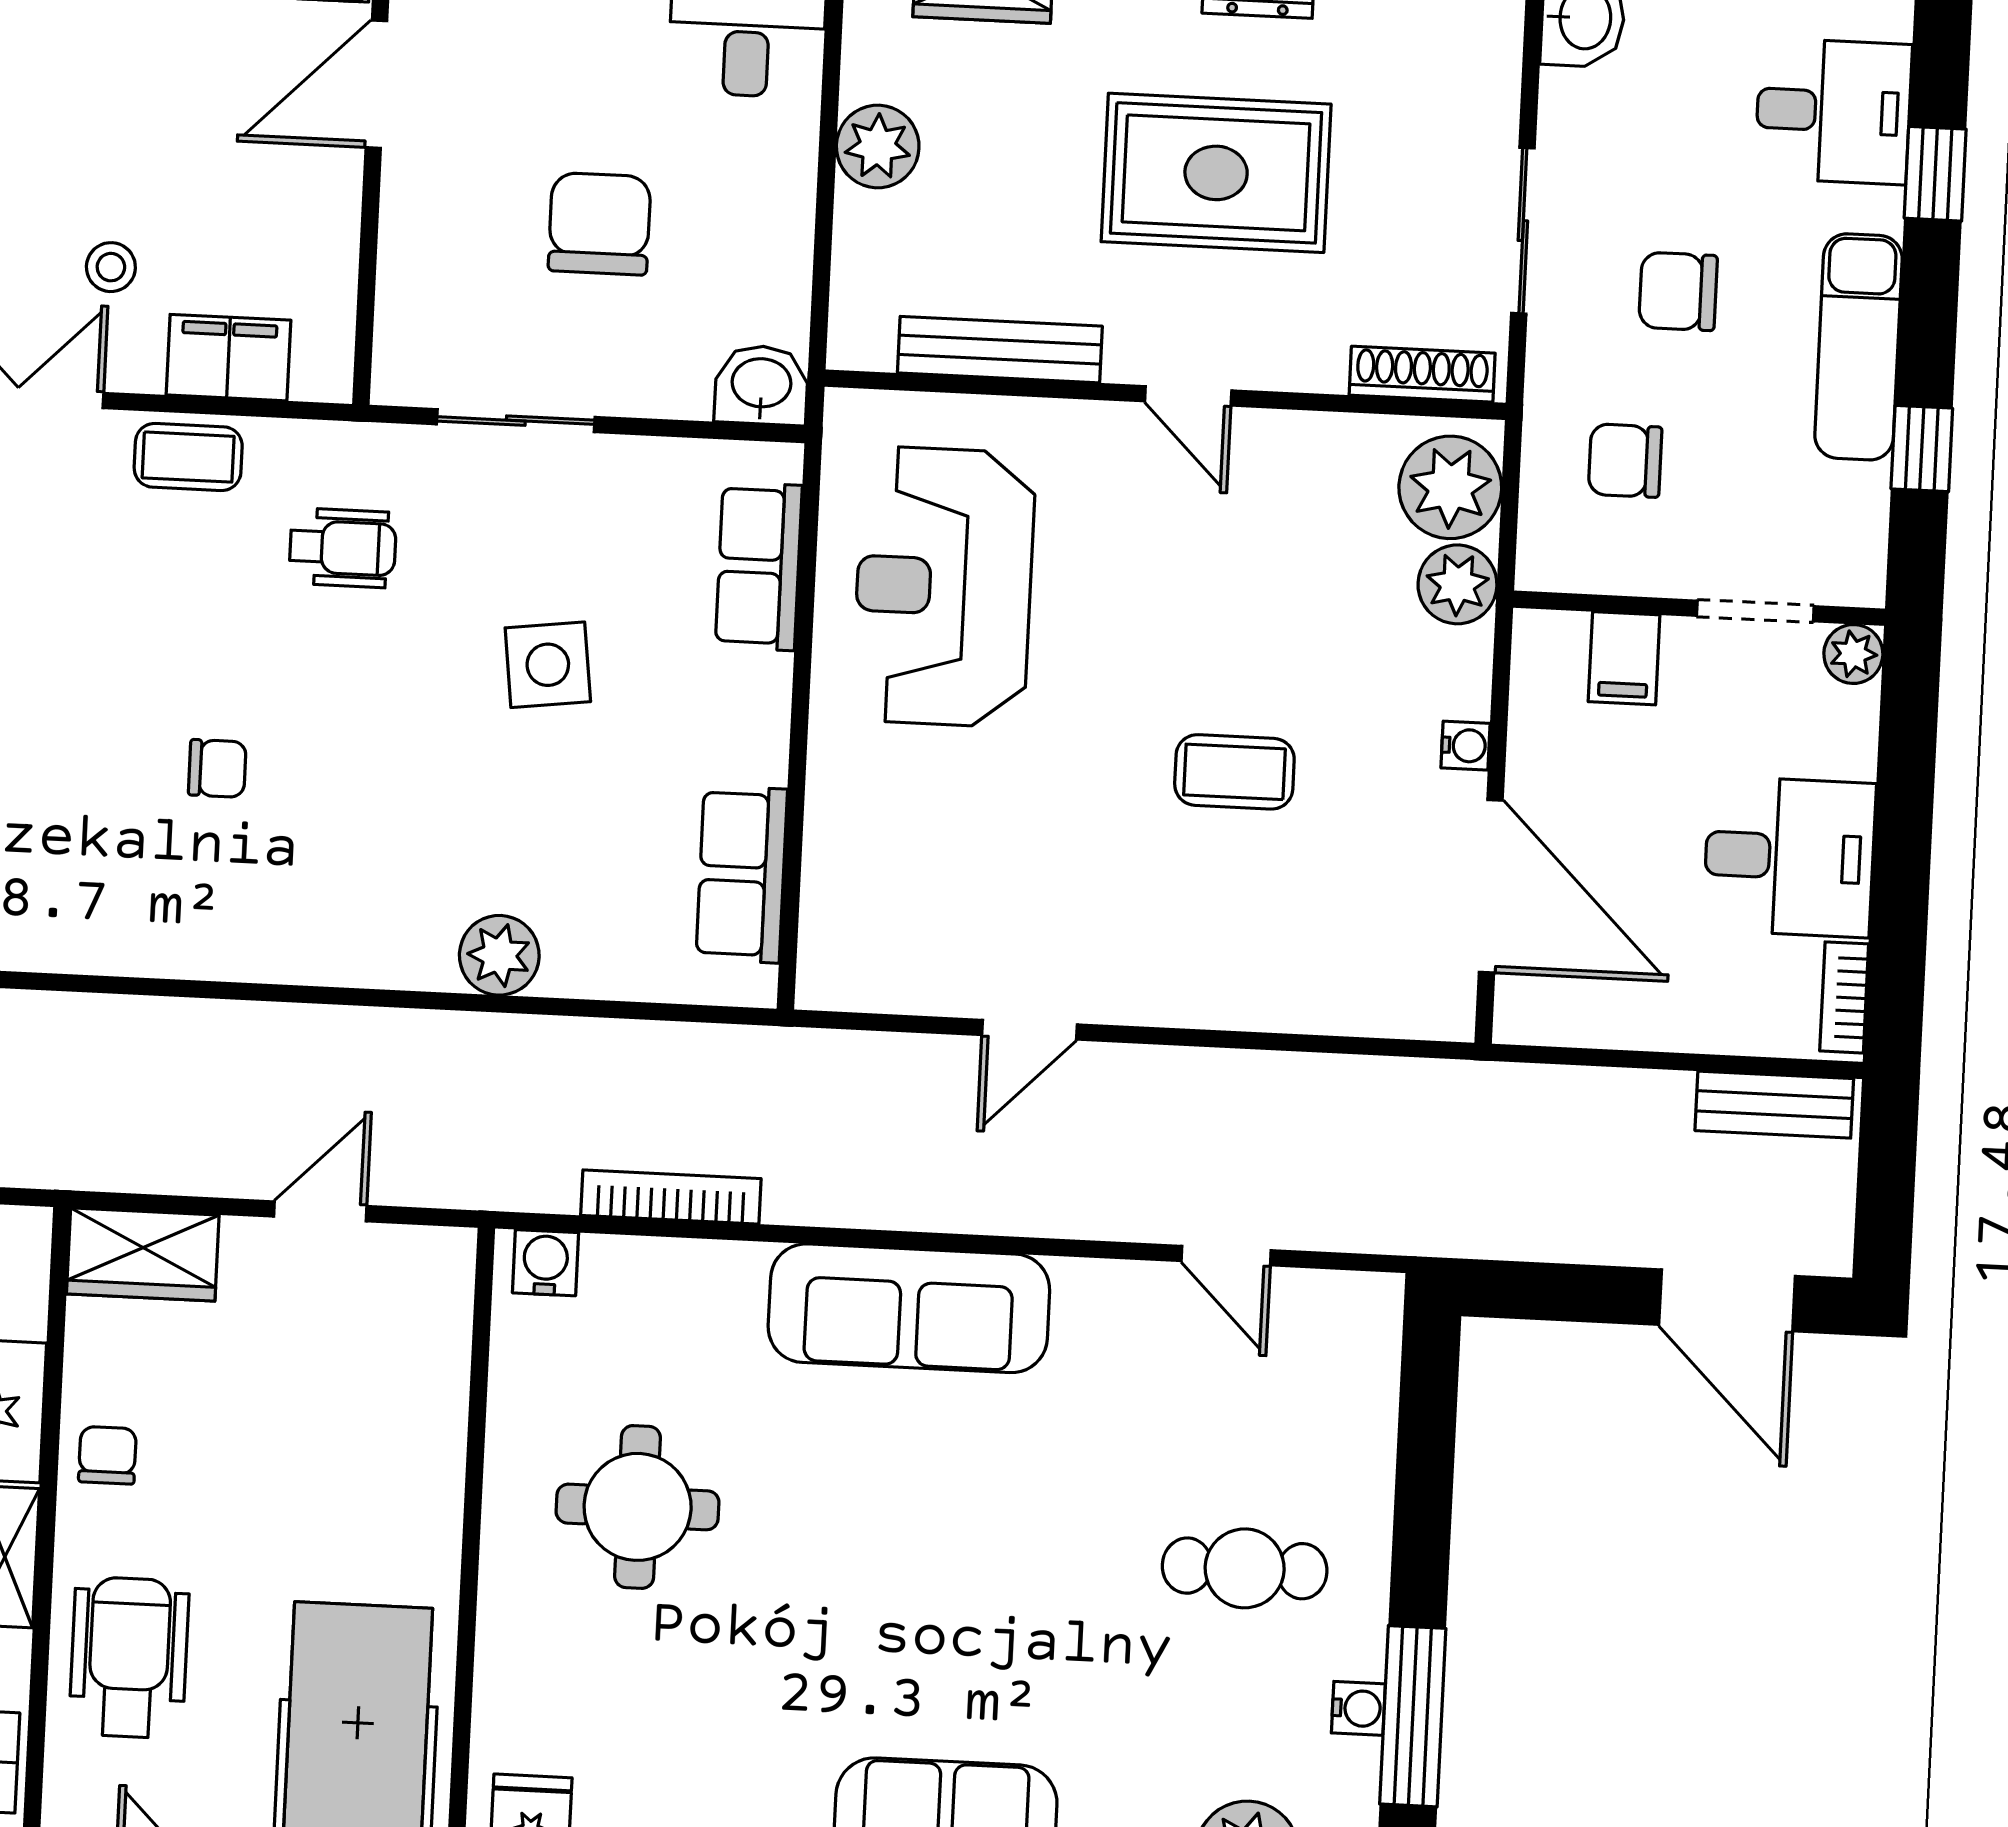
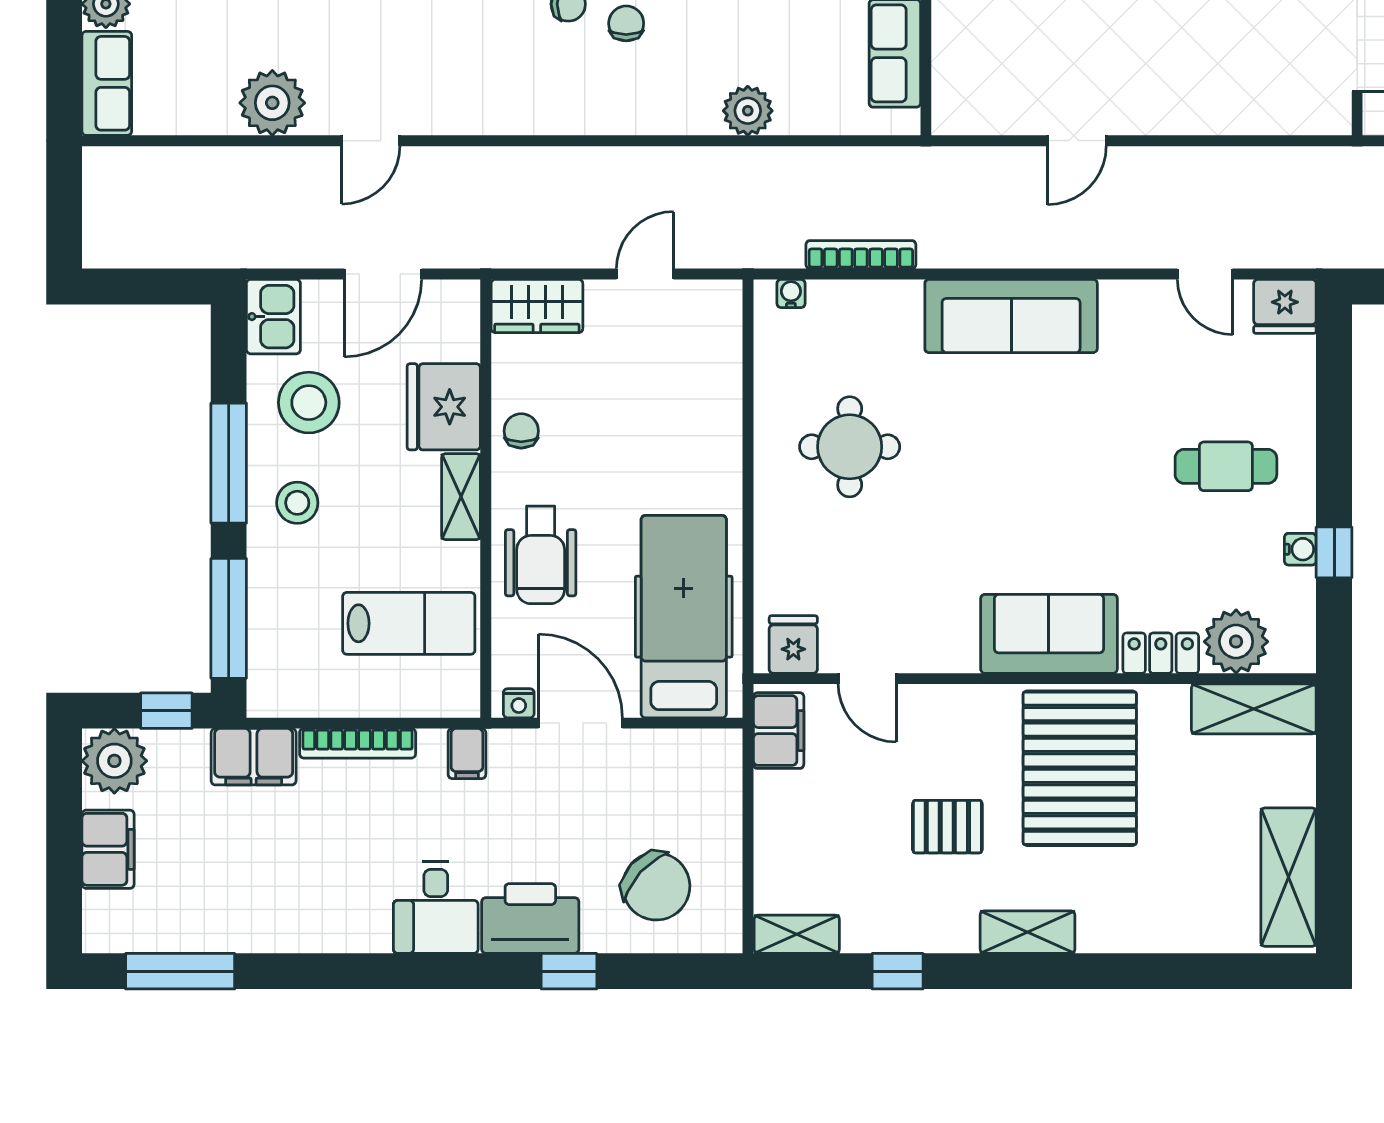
chair: (309, 804) -> (626, 23), added
water cooler: (546, 1263) -> (791, 294), width x0.72, depth x0.72
fridge: (1353, 1314) -> (1285, 306), added
wheelchair: (129, 1657) -> (541, 555), turned 180
window: (1413, 1716) -> (1334, 552), width x0.46

